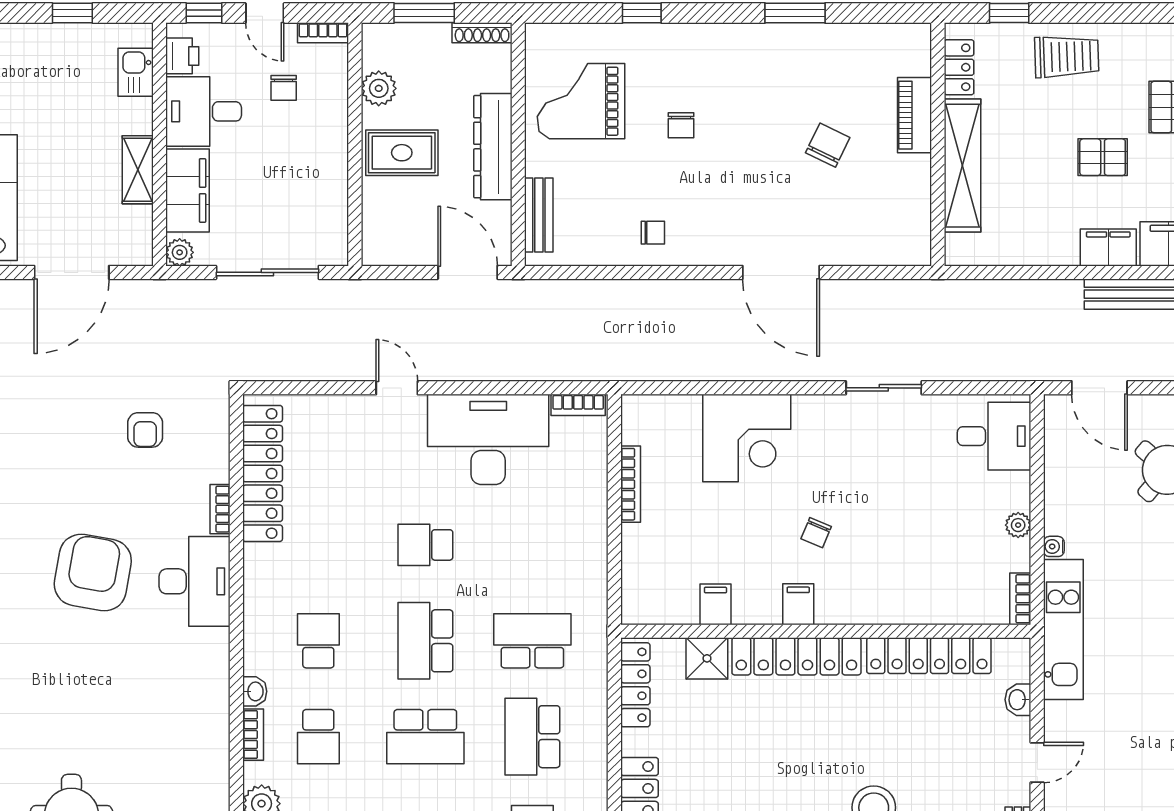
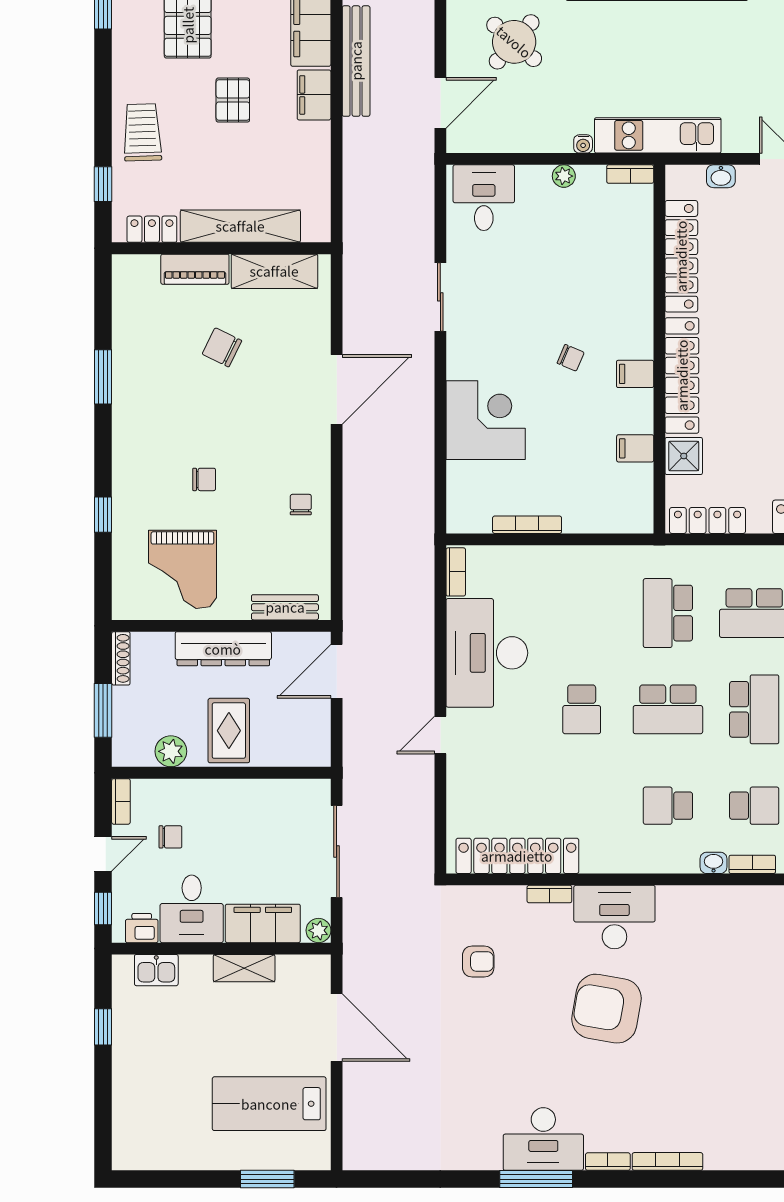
shelving: (912, 203) -> (274, 271), added

